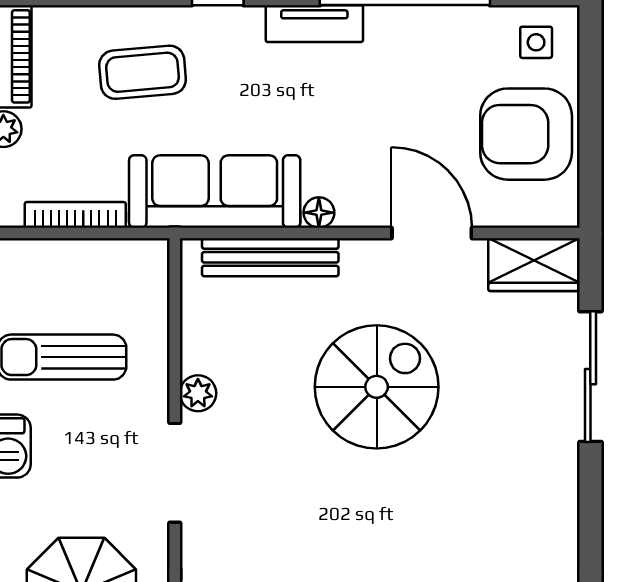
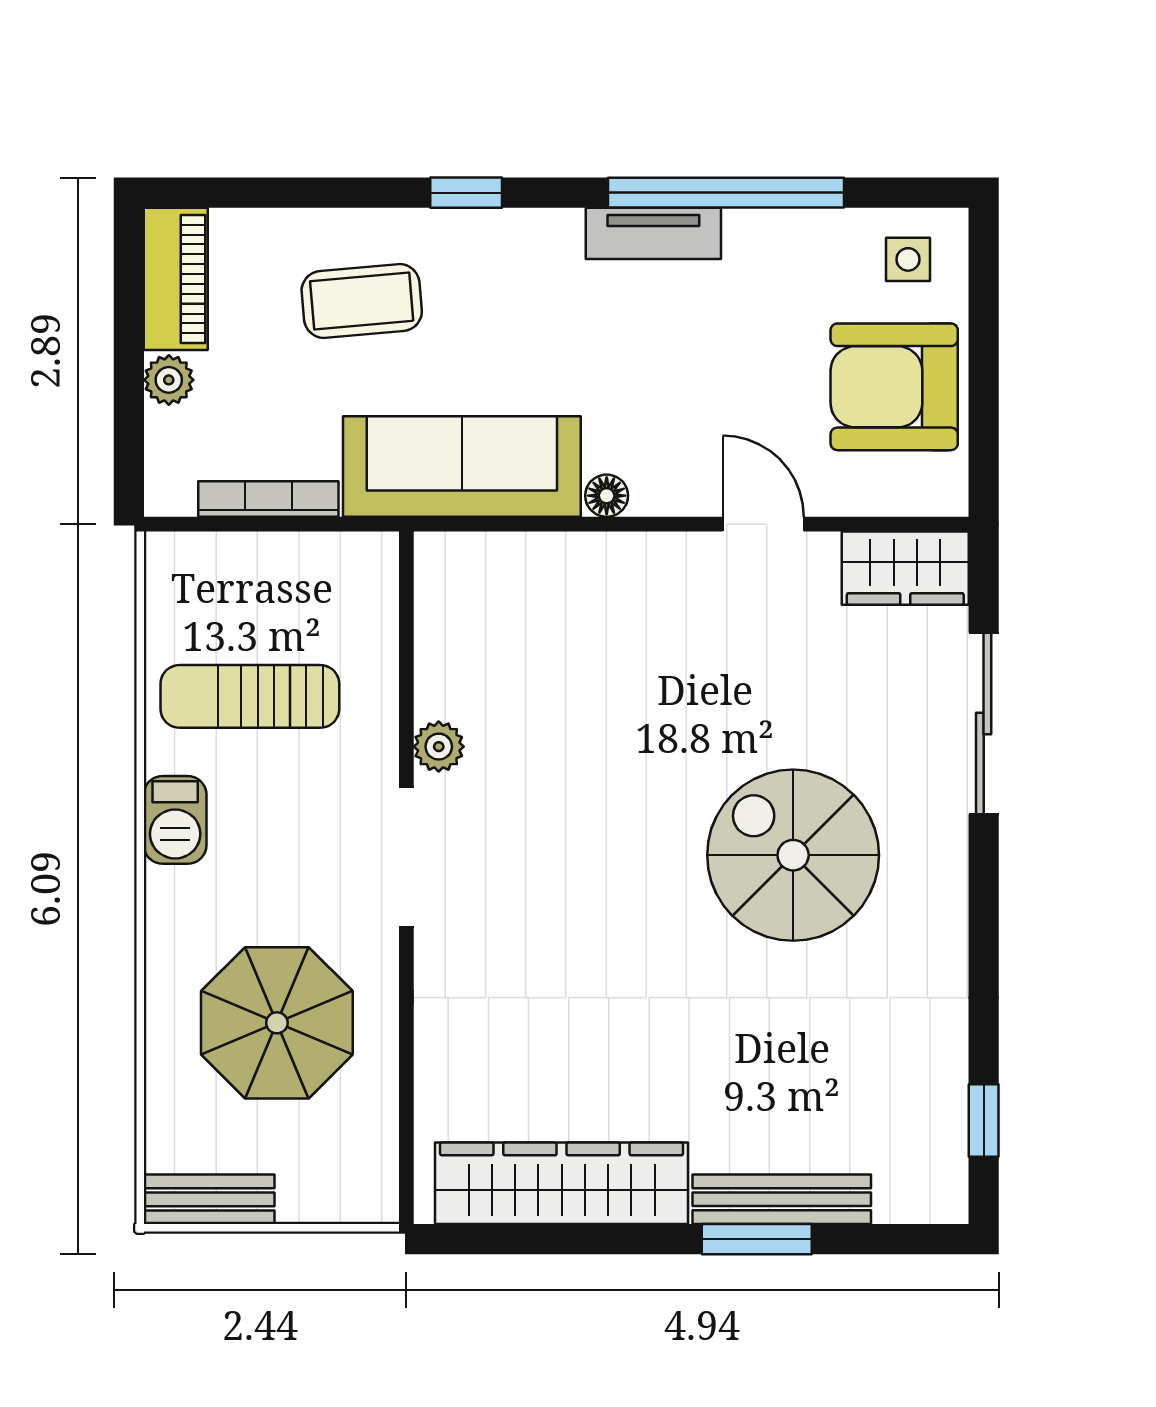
tv unit: (314, 24) -> (653, 233), moved
door: (432, 233) -> (763, 524), width x0.73
bench: (270, 257) -> (539, 558), removed
spiral stairs: (377, 387) -> (793, 855), moved, turned -90

